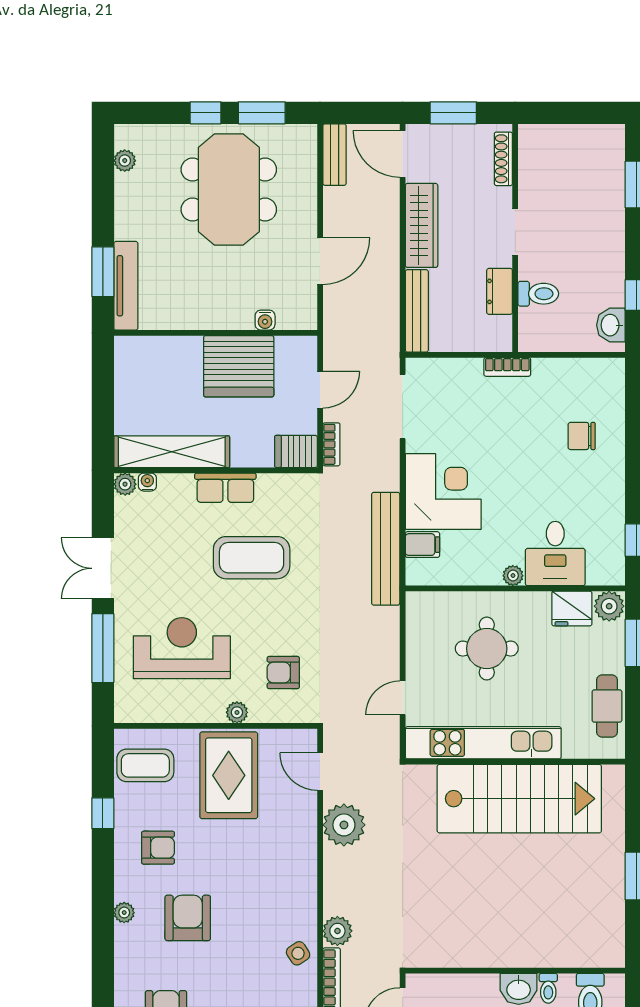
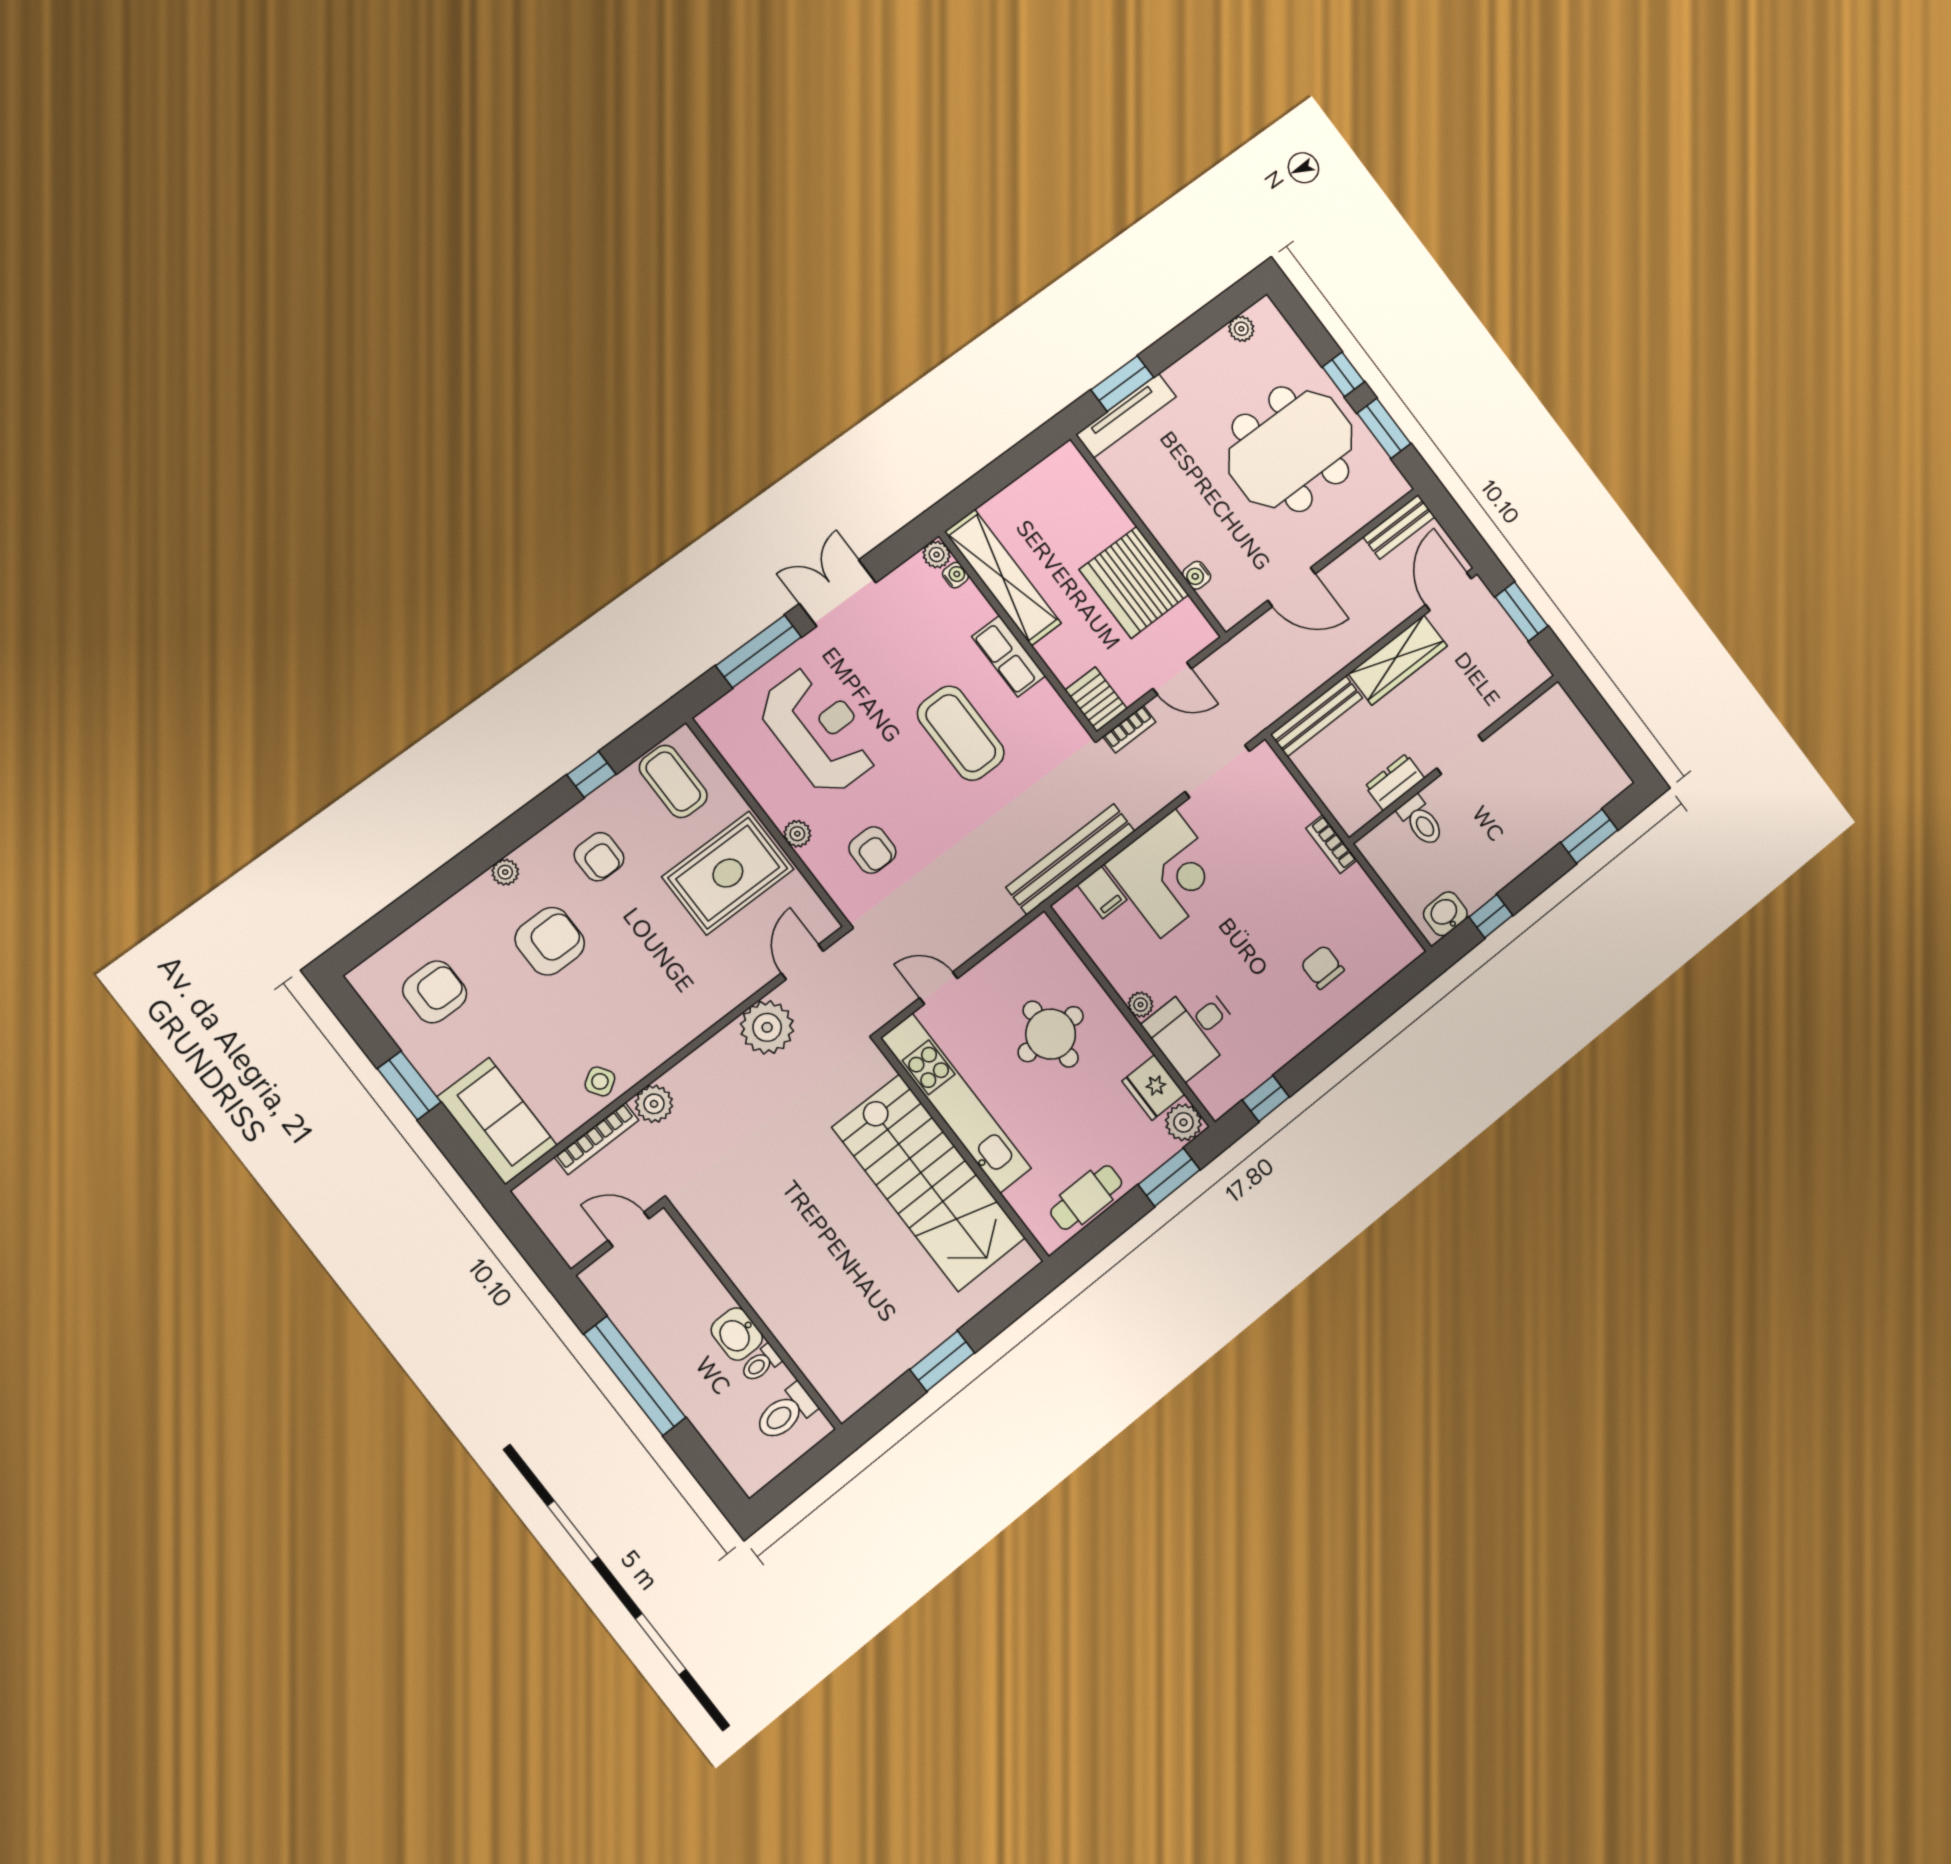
shoe rack: (503, 159) -> (1517, 691), removed
armchair: (283, 673) -> (872, 850), turned 180

